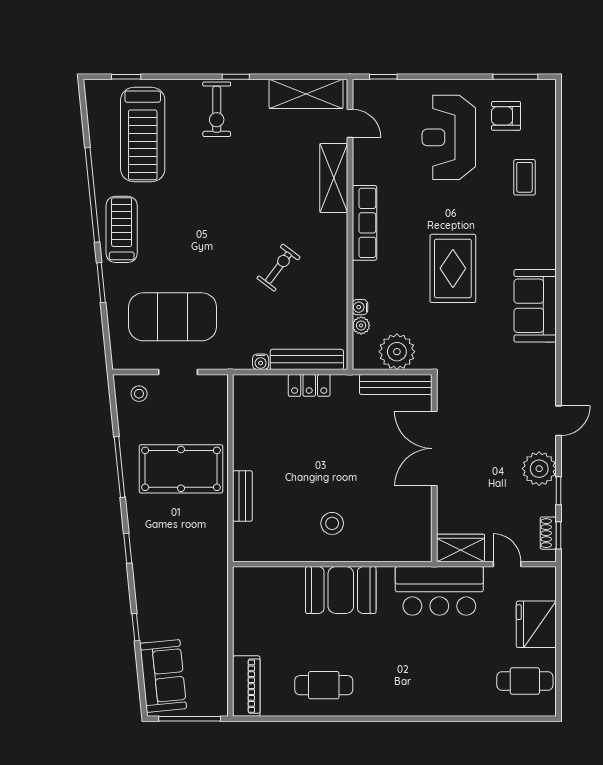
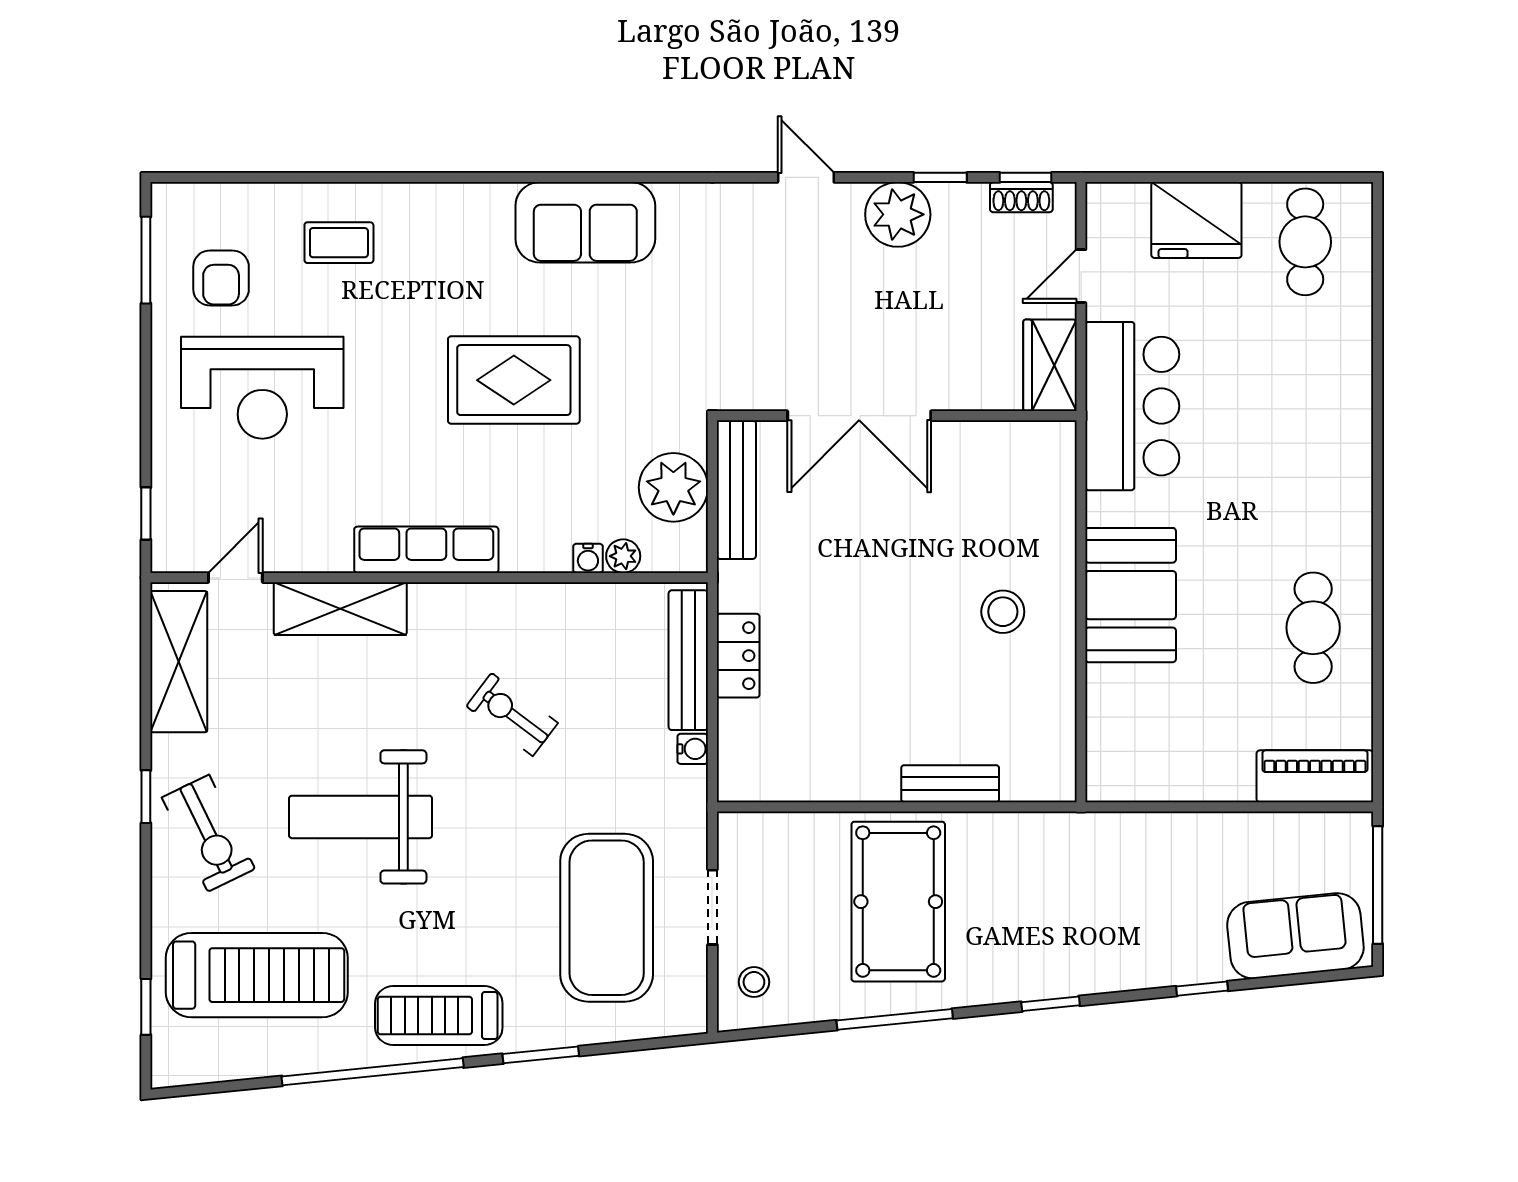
exercise bike: (217, 109) -> (208, 833), turned 64
weight bench: (225, 189) -> (361, 817), added

